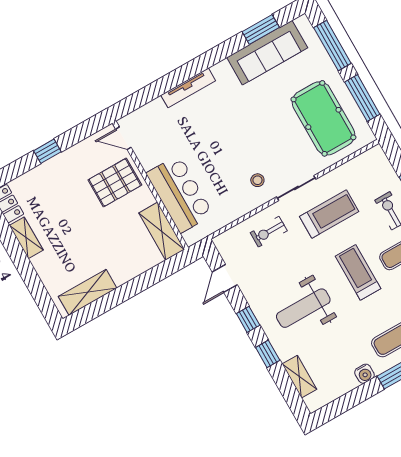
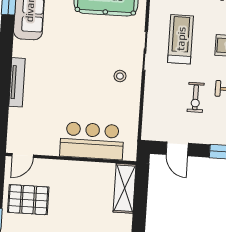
pallet: (115, 183) -> (28, 200), moved, turned 90
shelving: (162, 231) -> (125, 188), moved, turned 90
exercise bike: (269, 232) -> (196, 97), moved

